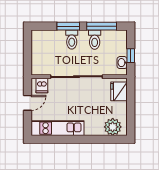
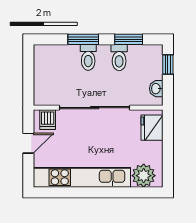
window: (102, 26) -> (129, 39), width x0.69
window: (131, 56) -> (168, 64), moved
kitchen unit: (58, 128) -> (82, 177), width x1.36

